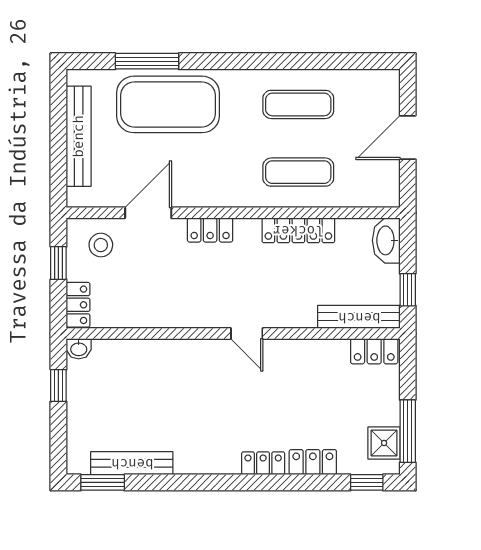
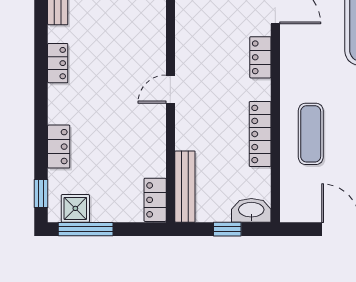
window: (408, 290) -> (227, 229), moved
locker: (263, 463) -> (58, 63), moved

